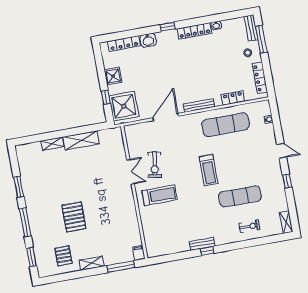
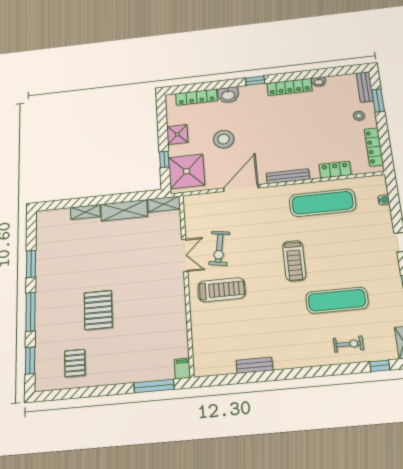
window: (261, 39) -> (378, 100), width x0.69
stool: (149, 78) -> (224, 139), added
bench: (202, 244) -> (254, 365), moved
window: (207, 251) -> (380, 366), moved
shelving: (92, 263) -> (164, 204), moved

